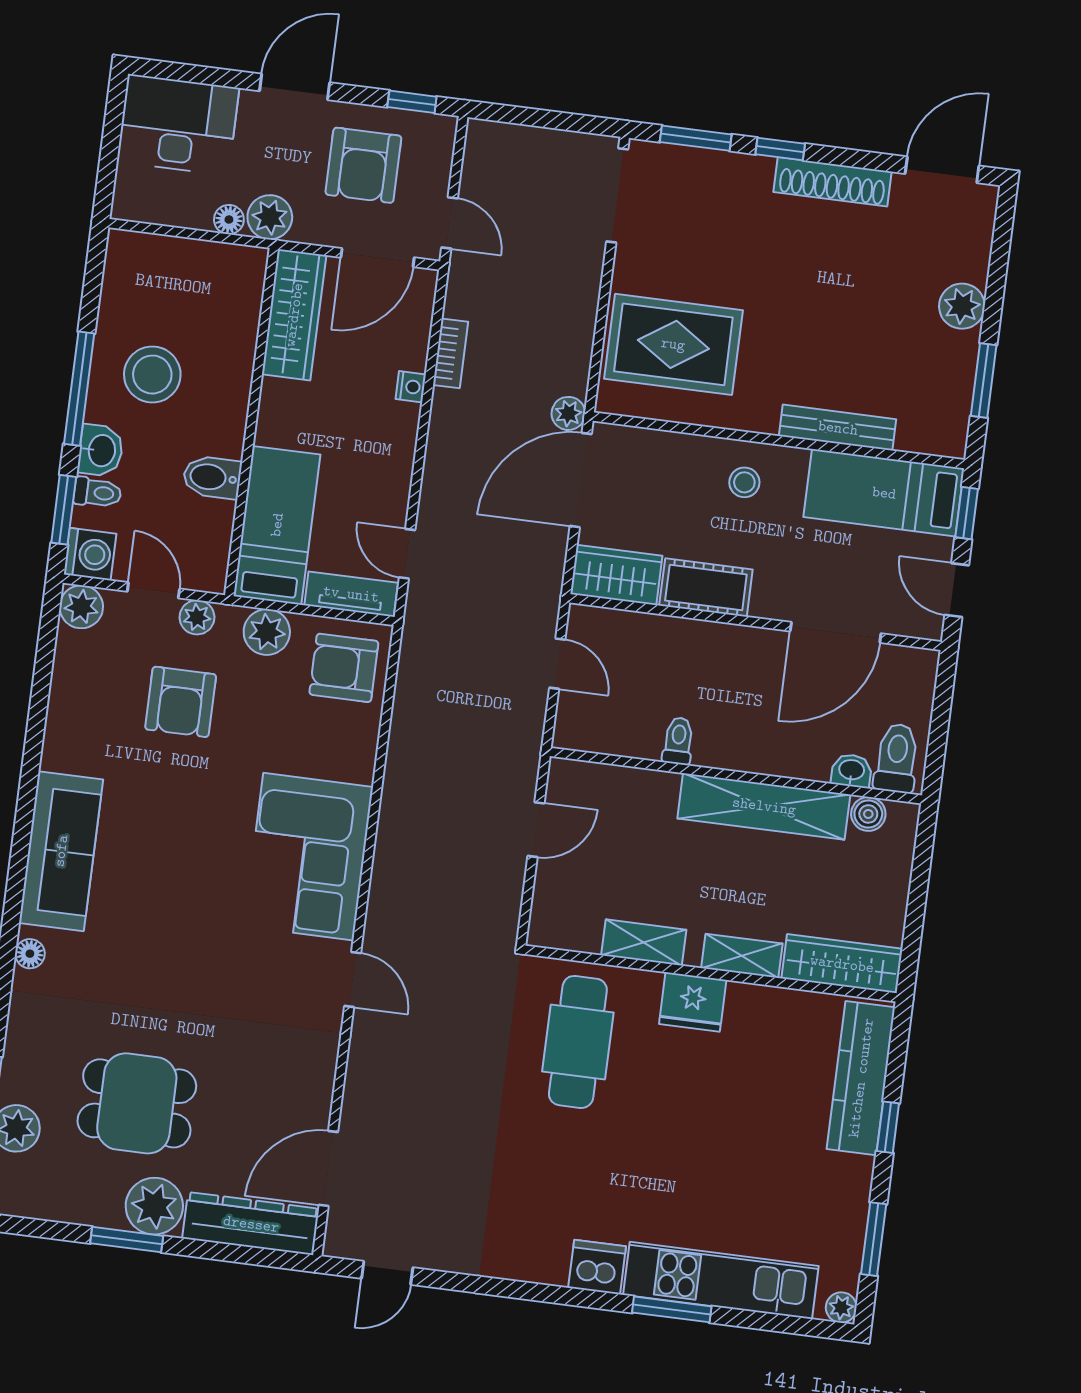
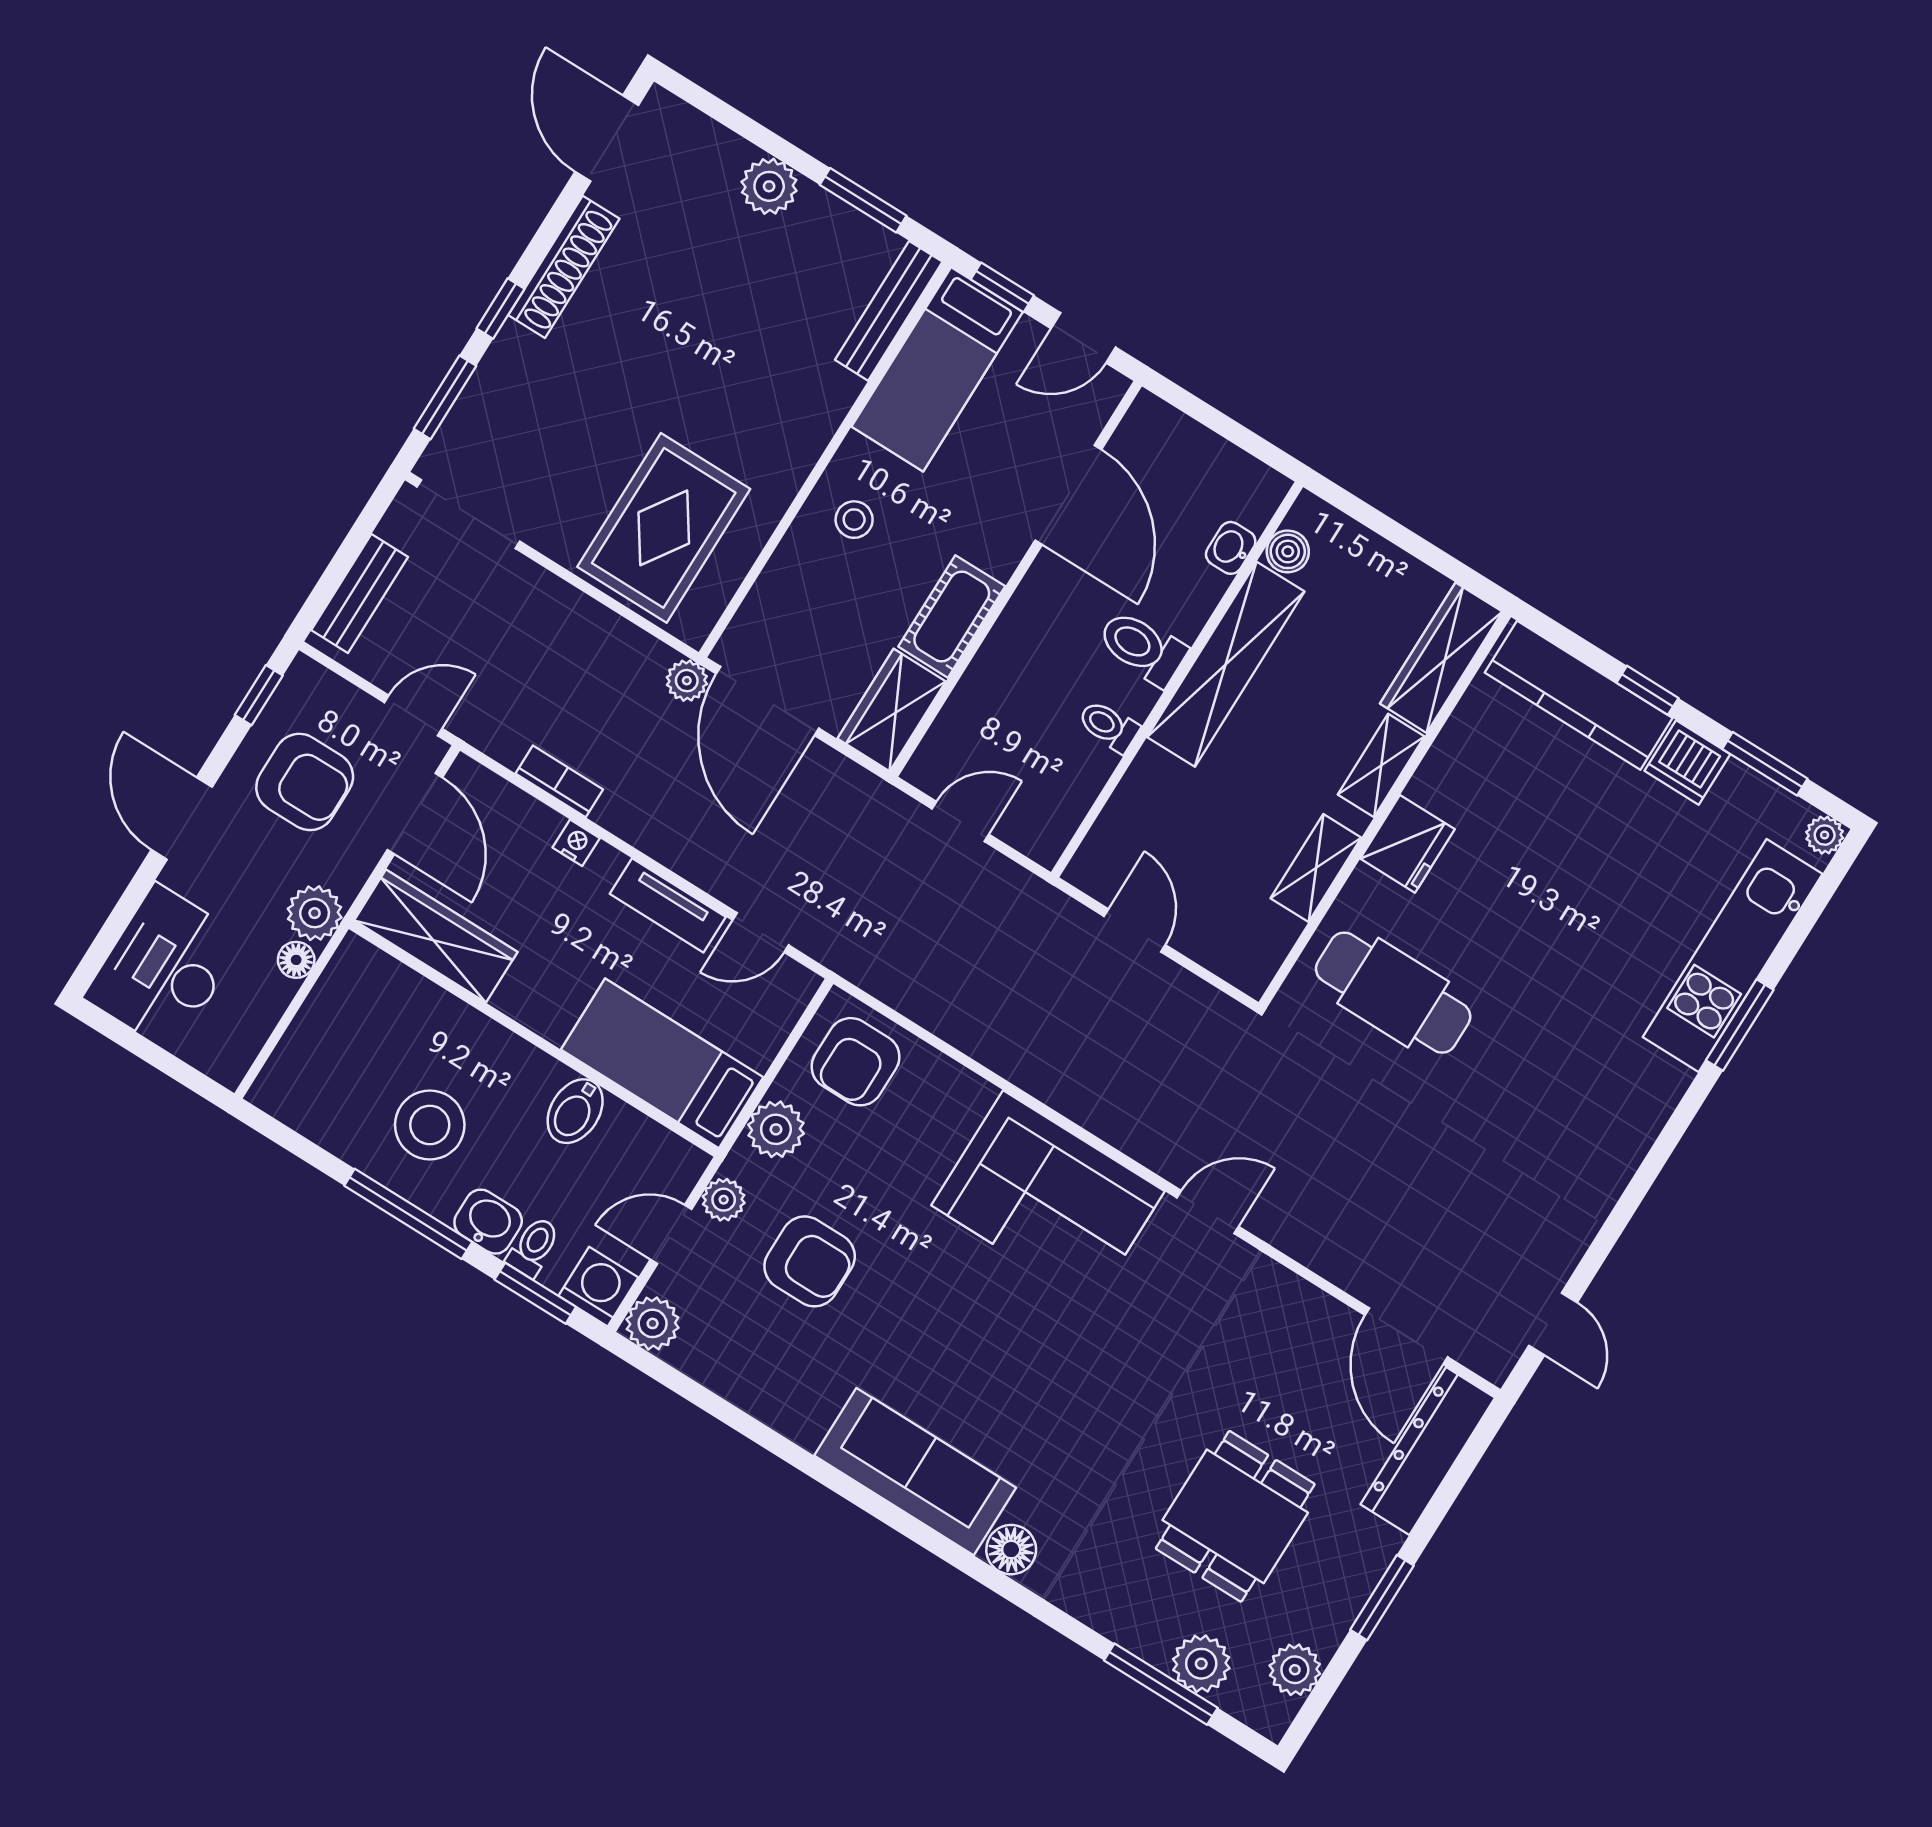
bench: (521, 142) -> (360, 594), added
bench: (838, 428) -> (889, 311), moved
tv unit: (351, 594) -> (668, 905), moved, turned -90
toilet: (897, 758) -> (1142, 648), moved
floor lamp: (30, 954) -> (1011, 1550), width x1.37, depth x1.37
plant: (154, 1206) -> (1295, 1670), moved, width x0.73, depth x0.73
dishwasher: (597, 1267) -> (1687, 762), moved, turned -90

